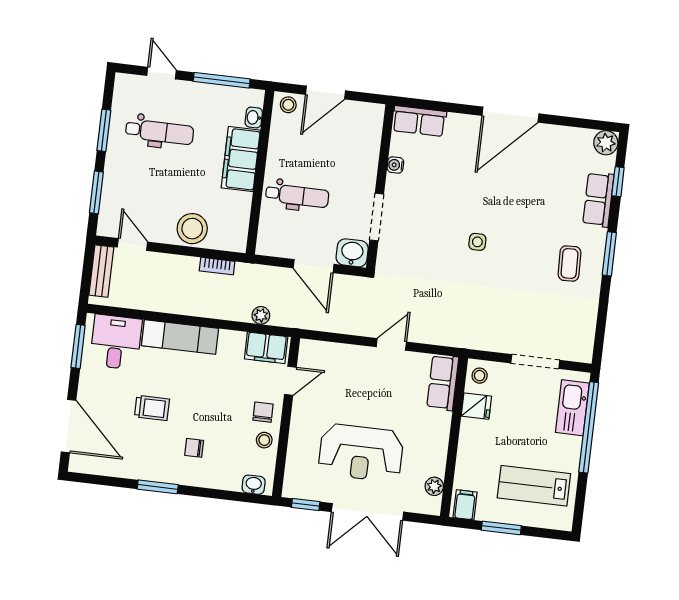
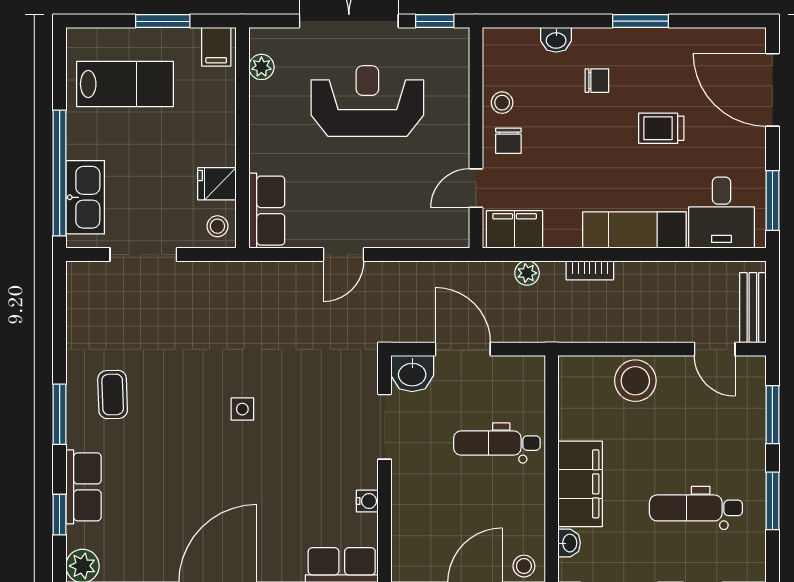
bookcase: (217, 266) -> (590, 270), moved, turned 180
washbasin: (254, 485) -> (556, 40), moved

